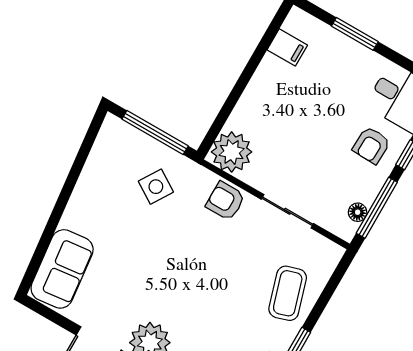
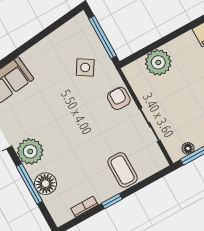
plant: (232, 152) -> (158, 62), moved
coffee table: (288, 293) -> (123, 170), turned -73

